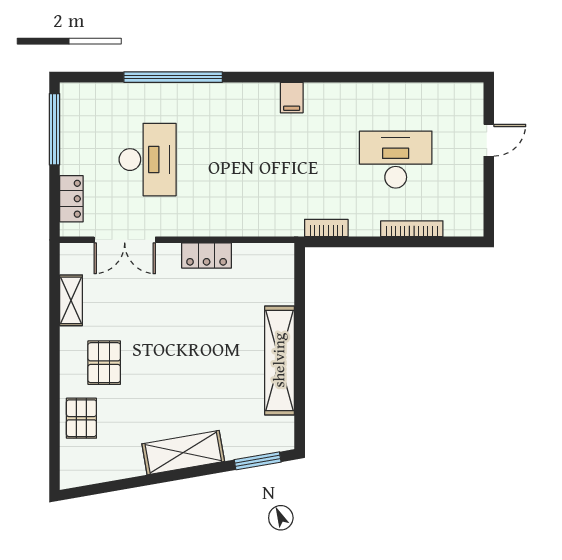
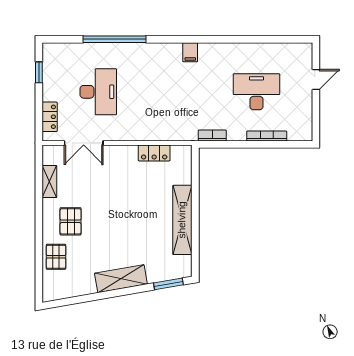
window: (55, 129) -> (39, 72), width x0.46
locker: (207, 256) -> (154, 153), moved

